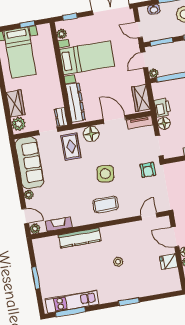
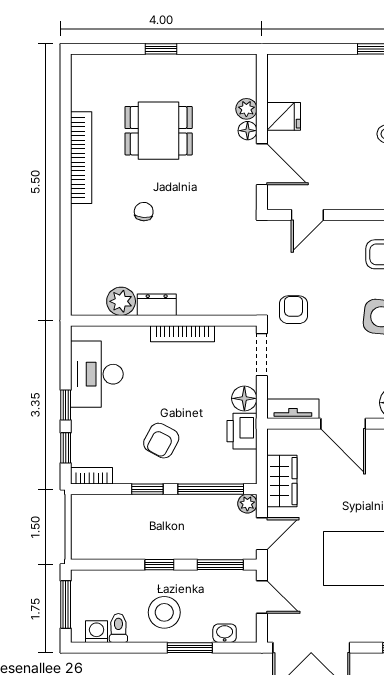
wardrobe: (141, 98) -> (282, 481), moved

